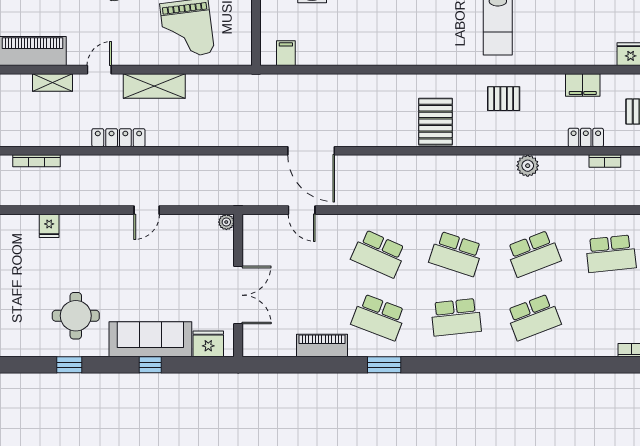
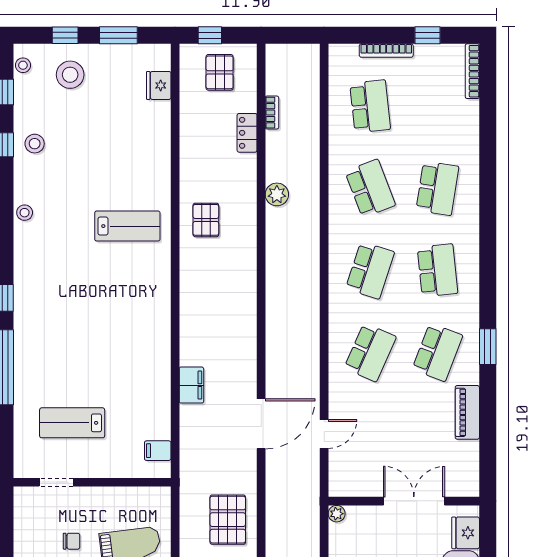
filing cabinet: (583, 85) -> (191, 385), moved
pallet: (435, 122) -> (228, 520), moved, turned 90
school desk: (533, 317) -> (437, 188), turned 30

